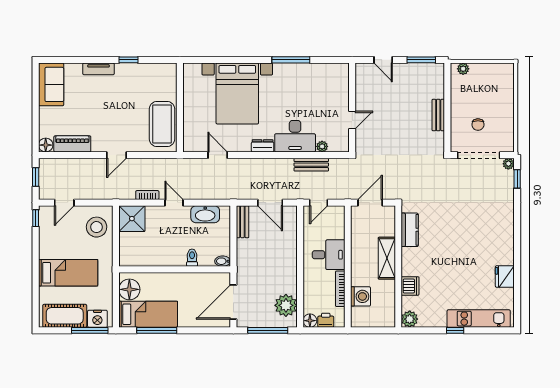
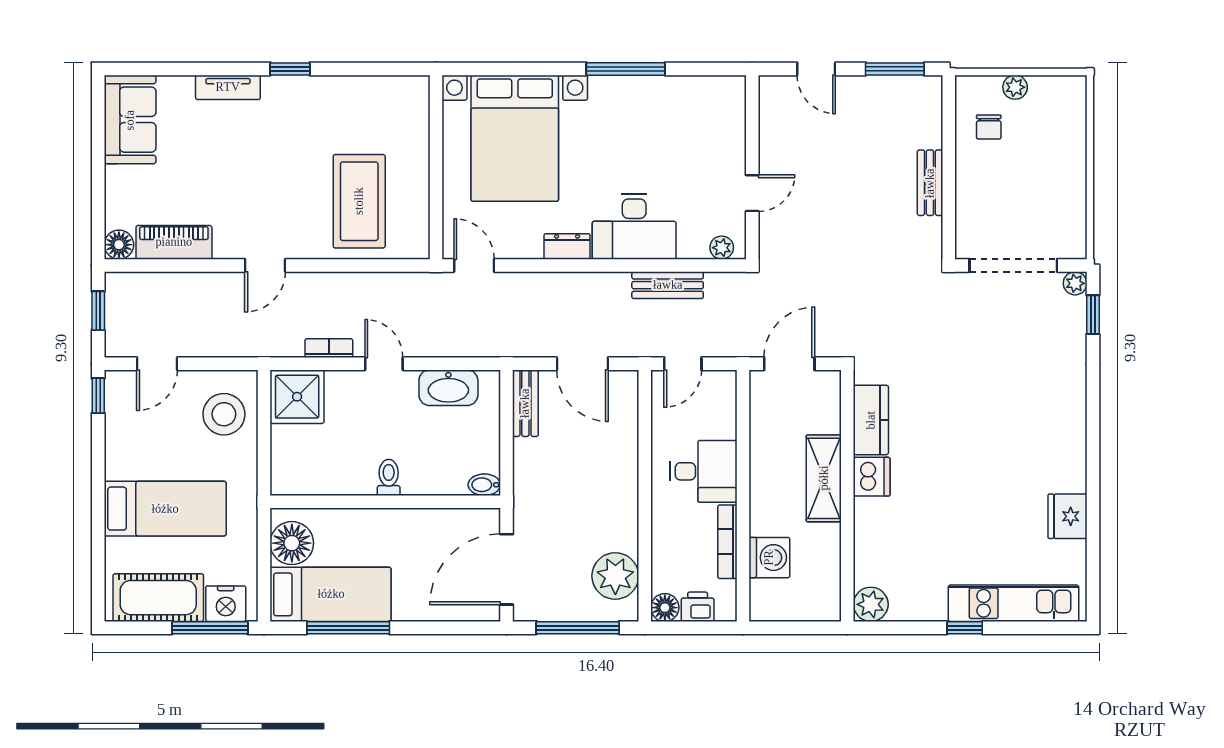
plant: (463, 69) -> (1015, 87), moved
wall: (180, 108) -> (436, 167), moved
chair: (478, 125) -> (989, 127), moved
plant: (322, 146) -> (722, 248), moved
toilet: (192, 258) -> (389, 477), moved
dishwasher: (410, 286) -> (872, 477), moved

